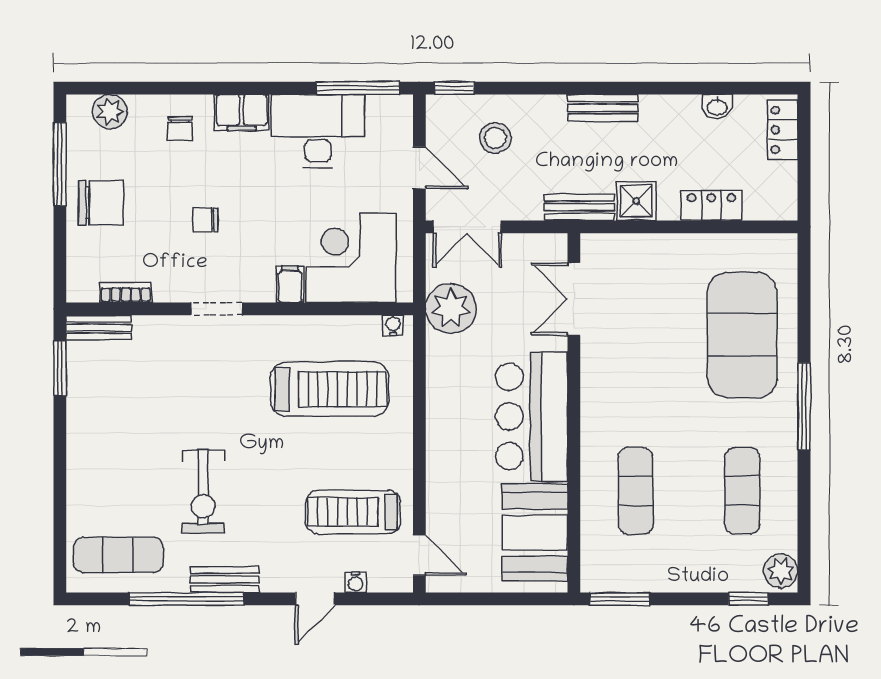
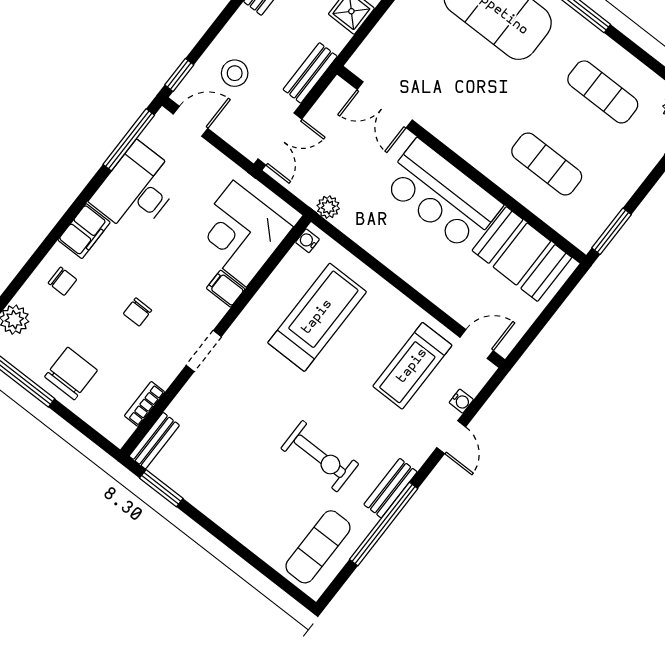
door: (419, 168) -> (191, 121), moved
bench: (579, 207) -> (310, 73), moved
plant: (451, 309) -> (328, 207), width x0.53, depth x0.53

